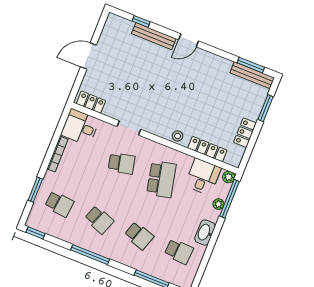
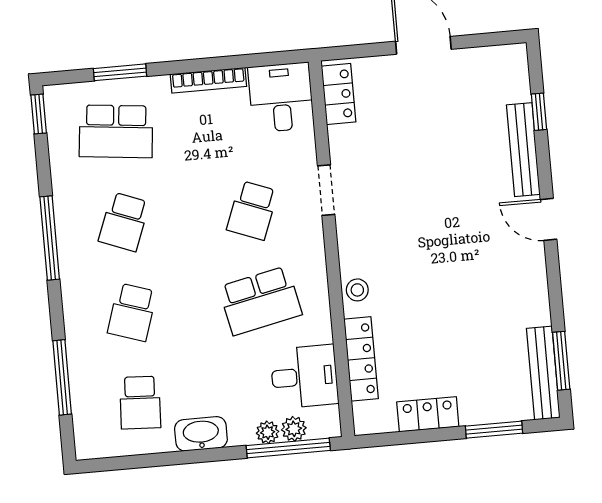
school desk: (122, 163) -> (252, 210), turned 33
plant: (229, 177) -> (294, 429), moved
school desk: (59, 204) -> (116, 131), width x1.85

